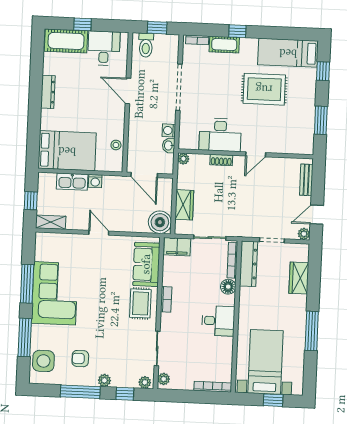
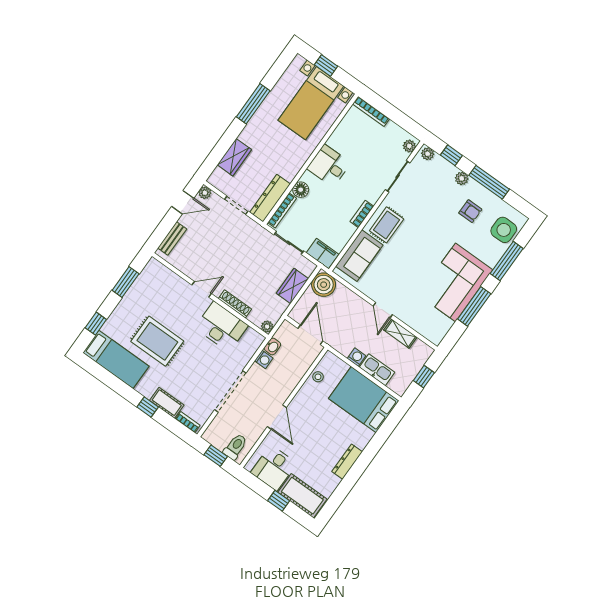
shoe rack: (221, 160) -> (235, 304), width x1.43
shelving: (51, 222) -> (400, 334), moved

